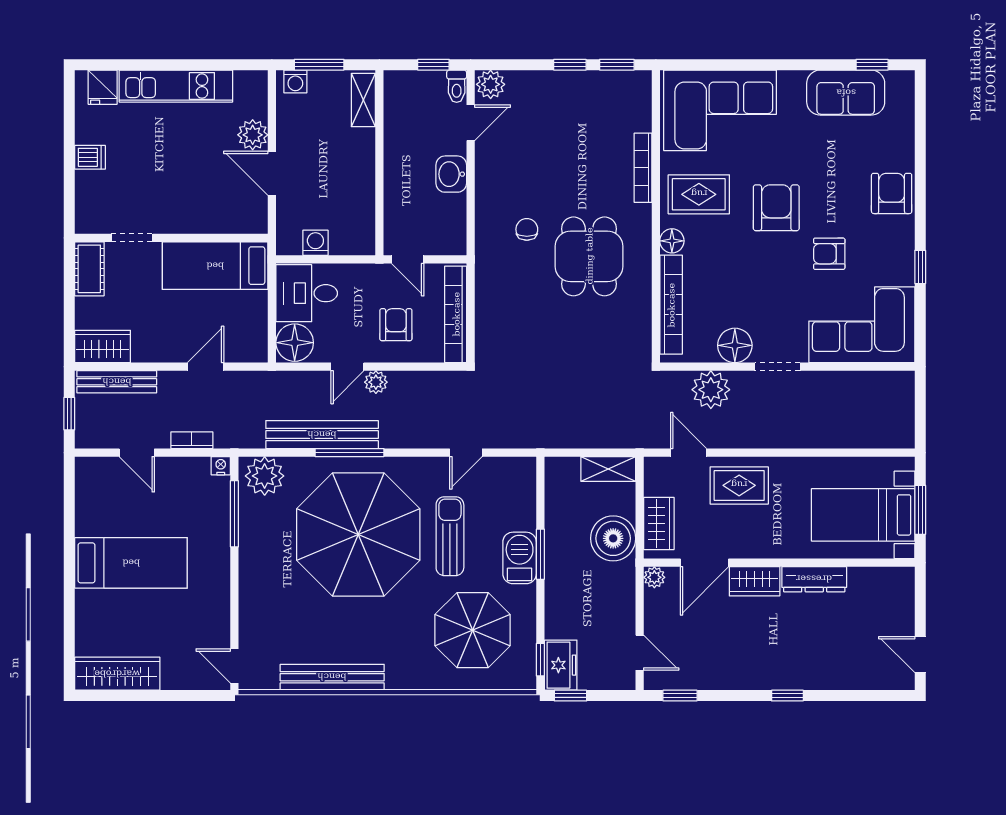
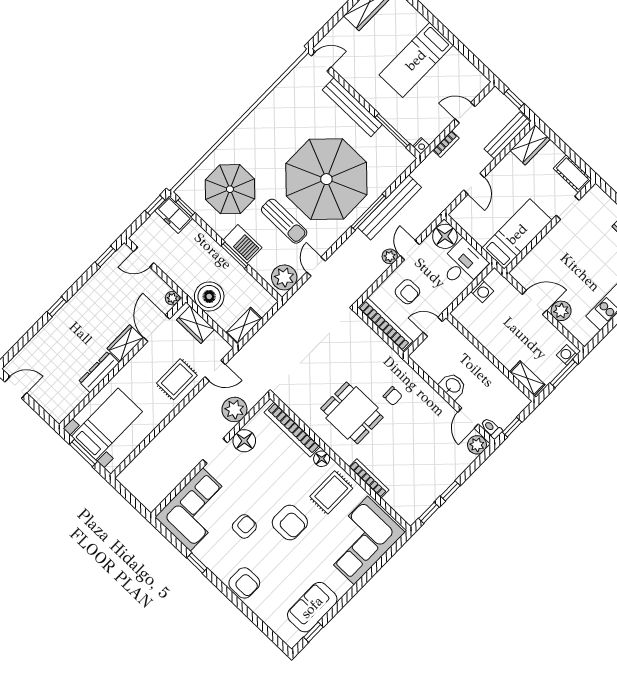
plant: (265, 476) -> (284, 277), moved
bench: (332, 677) -> (352, 107), moved, turned 90

